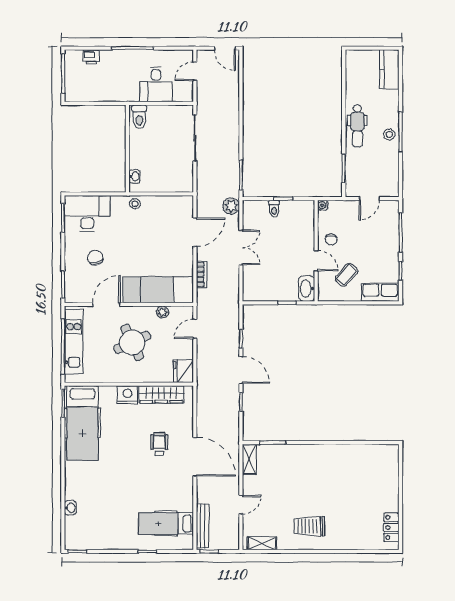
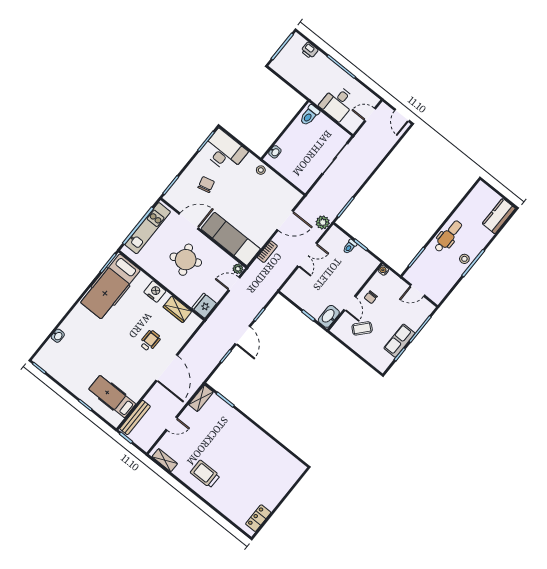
dental chair: (357, 126) -> (448, 236), turned 180
row of seats: (380, 292) -> (399, 341), moved, turned -90
plant: (162, 312) -> (238, 269), moved
wardrobe: (161, 394) -> (177, 309), width x0.67

